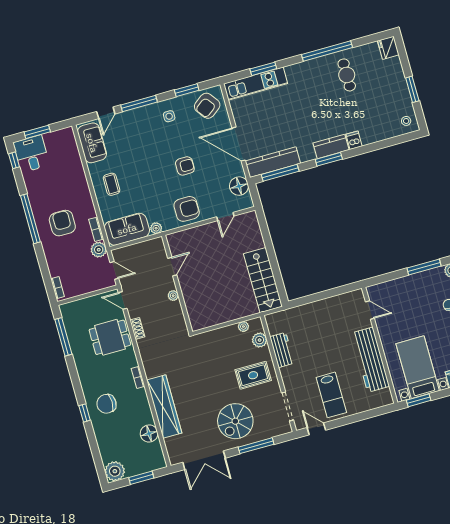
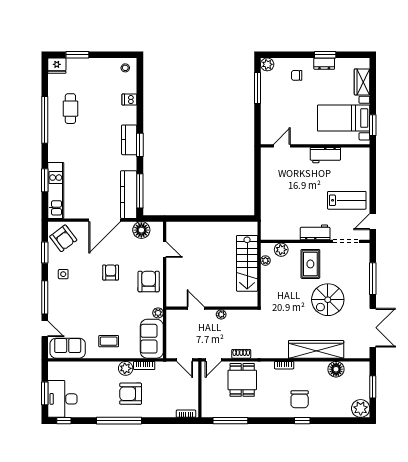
cafe table: (347, 75) -> (70, 109), turned 90
window: (412, 89) -> (77, 55), moved
dishwasher: (354, 140) -> (129, 99), moved
desk: (31, 154) -> (62, 399), width x1.37
plant: (99, 250) -> (126, 368), moved
door: (114, 270) -> (185, 360), swing flipped
stairs: (263, 280) -> (247, 263), moved, turned 90
workbench: (282, 350) -> (315, 232), moved
workbench: (370, 360) -> (325, 155), width x0.53, depth x0.76
spiral stairs: (235, 421) -> (328, 300), moved, turned 90

